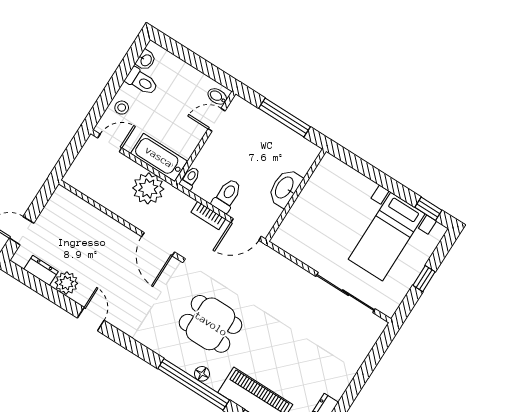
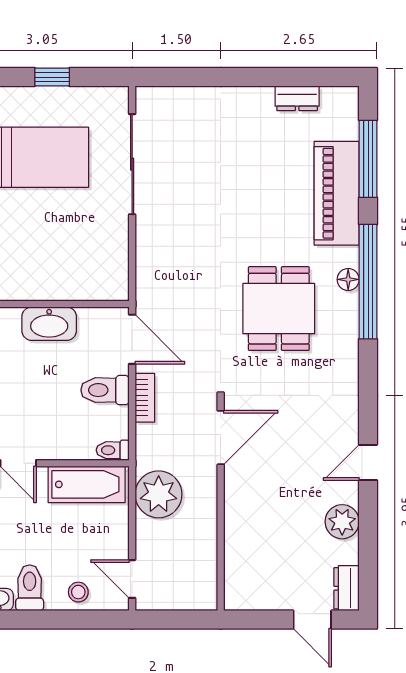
bathtub: (159, 157) -> (87, 484), moved, turned -90
dresser: (41, 270) -> (347, 588), moved

